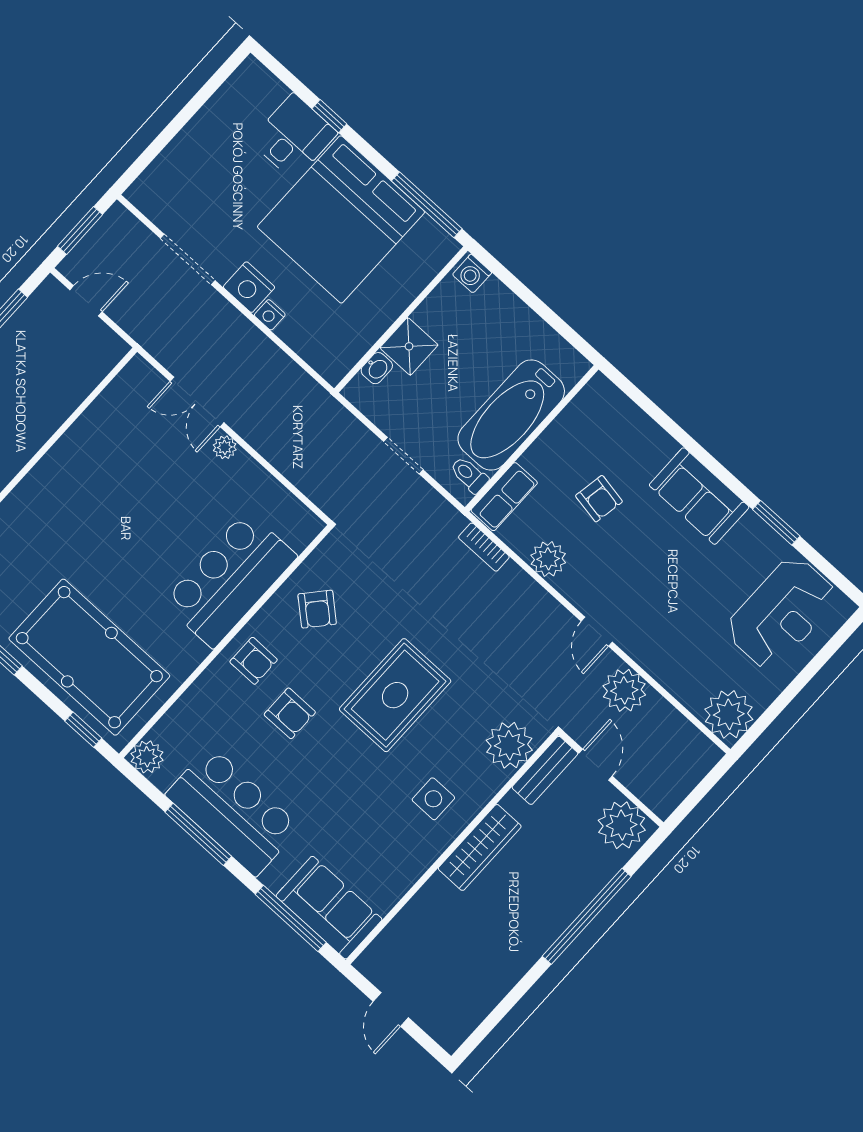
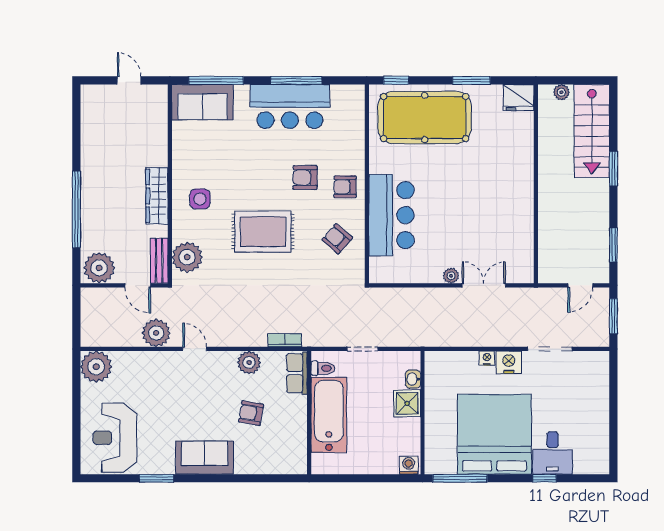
rug: (395, 695) -> (263, 232), turned 90
plant: (147, 757) -> (354, 95), removed

